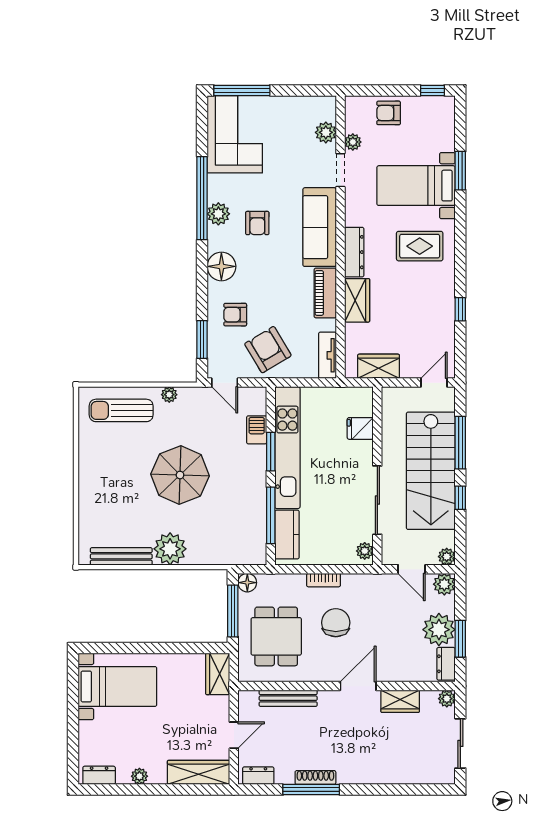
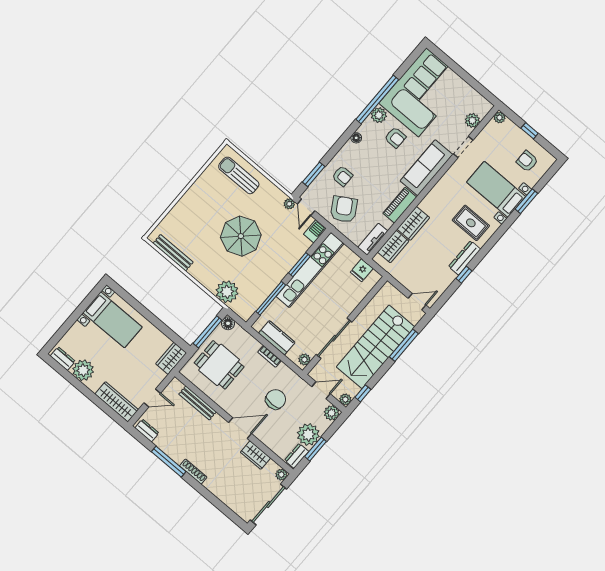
window: (242, 90) -> (447, 60), removed
window: (432, 90) -> (530, 131), moved
armchair: (389, 113) -> (527, 161), moved
corner sofa: (235, 134) -> (422, 92), width x1.36, depth x1.36
plant: (353, 142) -> (500, 118), moved
armchair: (257, 223) -> (395, 138), turned -90
dresser: (354, 252) -> (465, 258), moved, turned 180
floor lamp: (221, 266) -> (356, 138), width x0.53, depth x0.53
armchair: (235, 315) -> (342, 176), turned 180
wardrobe: (379, 366) -> (393, 247), moved, turned 90
plant: (169, 395) -> (289, 204), moved
fridge: (360, 428) -> (362, 270), moved, turned -90
barbecue: (257, 430) -> (315, 231), moved
window: (460, 498) -> (363, 393), moved
kitchen counter: (287, 535) -> (277, 338), moved, turned -90
plant: (170, 549) -> (227, 292), moved
door: (412, 569) -> (321, 390), swing flipped
chair: (336, 623) -> (276, 399), moved
dining table: (276, 636) -> (219, 365), turned 90
sliding door: (460, 743) -> (268, 504), width x1.37
plant: (139, 776) -> (83, 370), width x1.88, depth x1.88
shoe rack: (315, 777) -> (193, 472), moved

